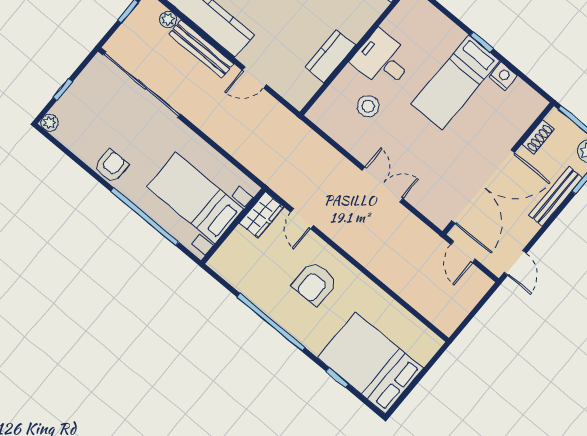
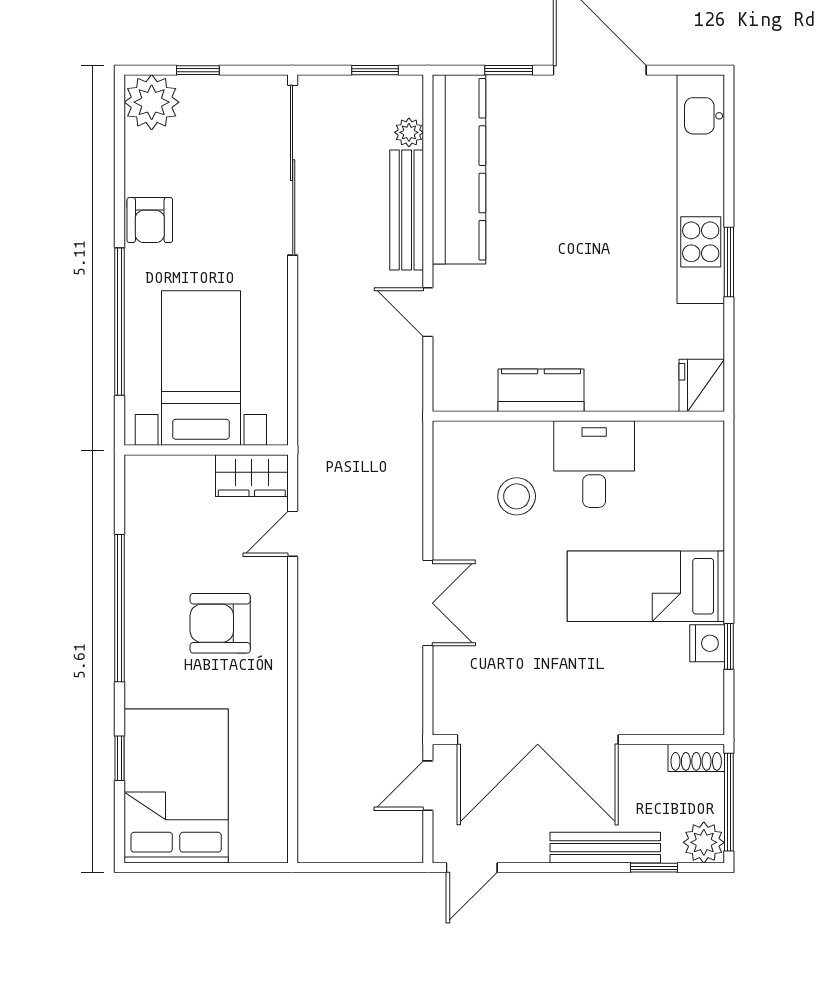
window: (482, 42) -> (729, 646), moved
plant: (50, 123) -> (152, 102), width x1.87, depth x1.87
shoe rack: (538, 137) -> (696, 758), moved
armchair: (111, 166) -> (150, 220), turned 90

